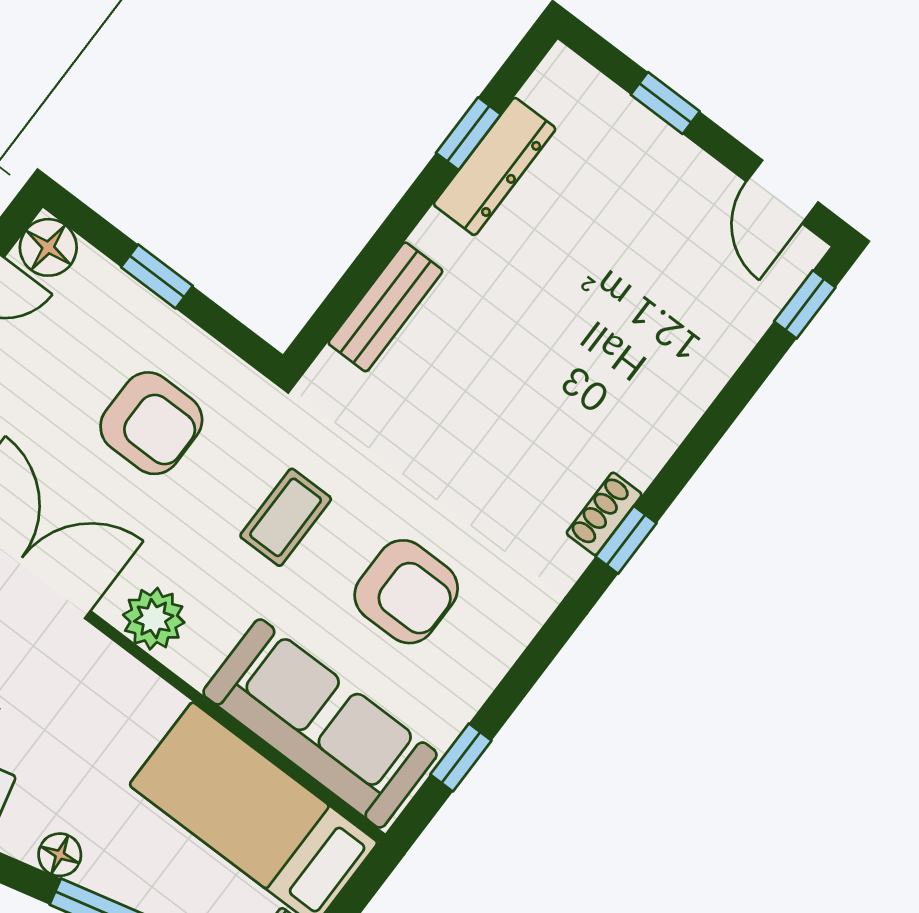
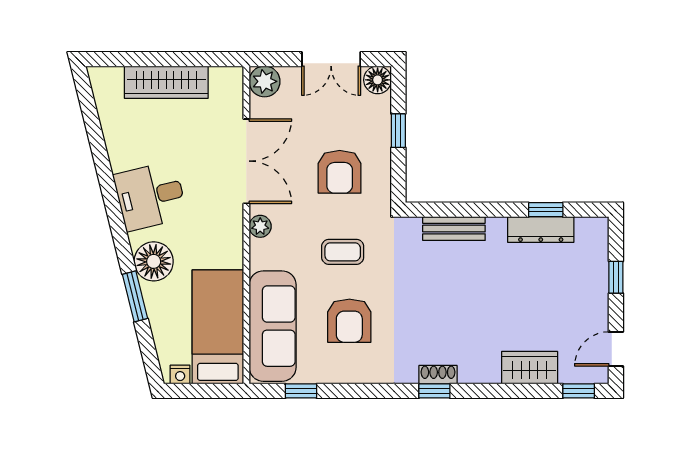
wardrobe: (706, 356) -> (530, 368), added
plant: (154, 619) -> (260, 226), width x0.73, depth x0.73
floor lamp: (60, 855) -> (154, 261), width x1.89, depth x1.89

